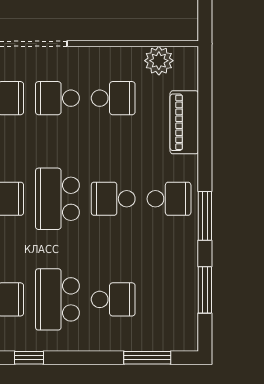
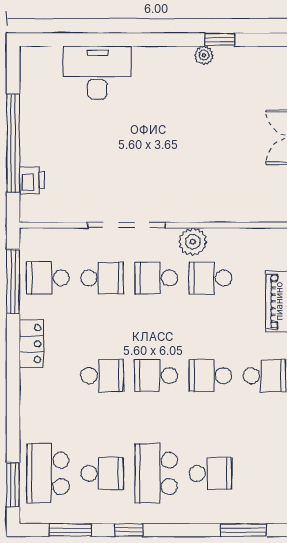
plant: (159, 61) -> (193, 242), moved
school desk: (113, 98) -> (210, 278), turned 180
school desk: (57, 199) -> (156, 376), width x0.54

